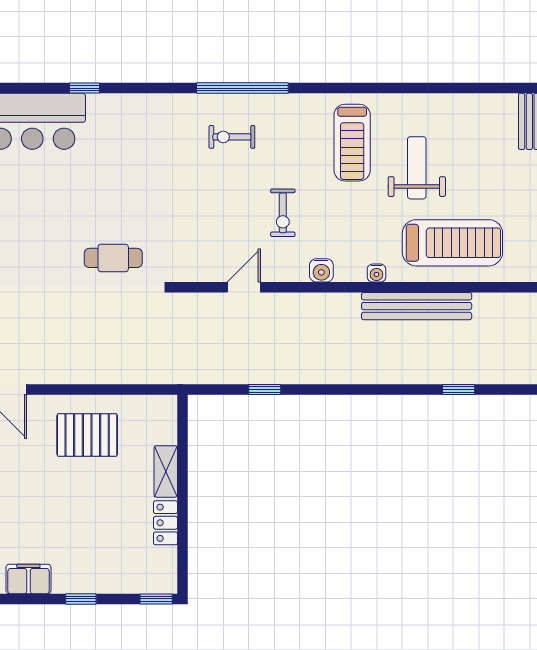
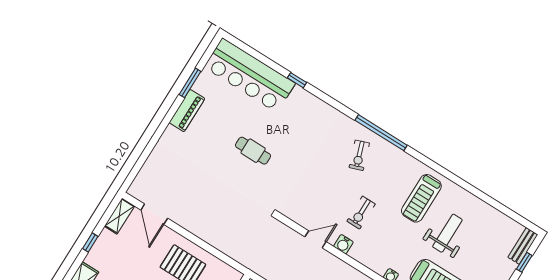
exercise bike: (232, 137) -> (359, 155), turned -109
cafe table: (113, 258) -> (253, 151), moved
water cooler: (321, 270) -> (343, 244), moved

